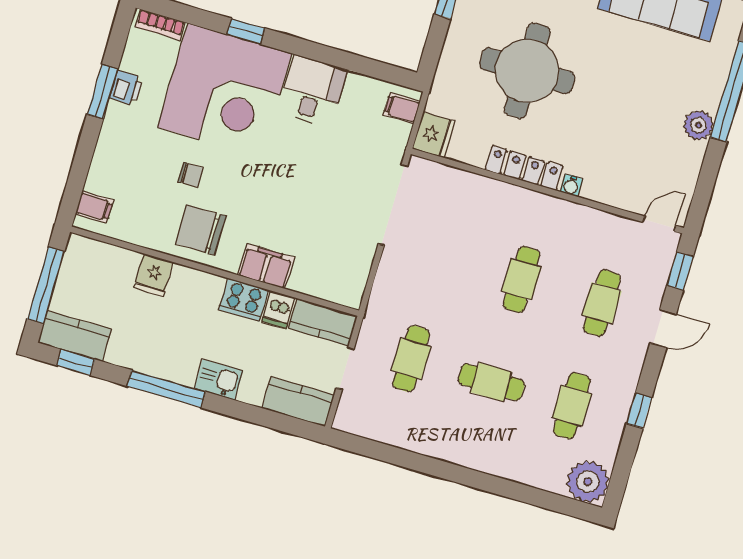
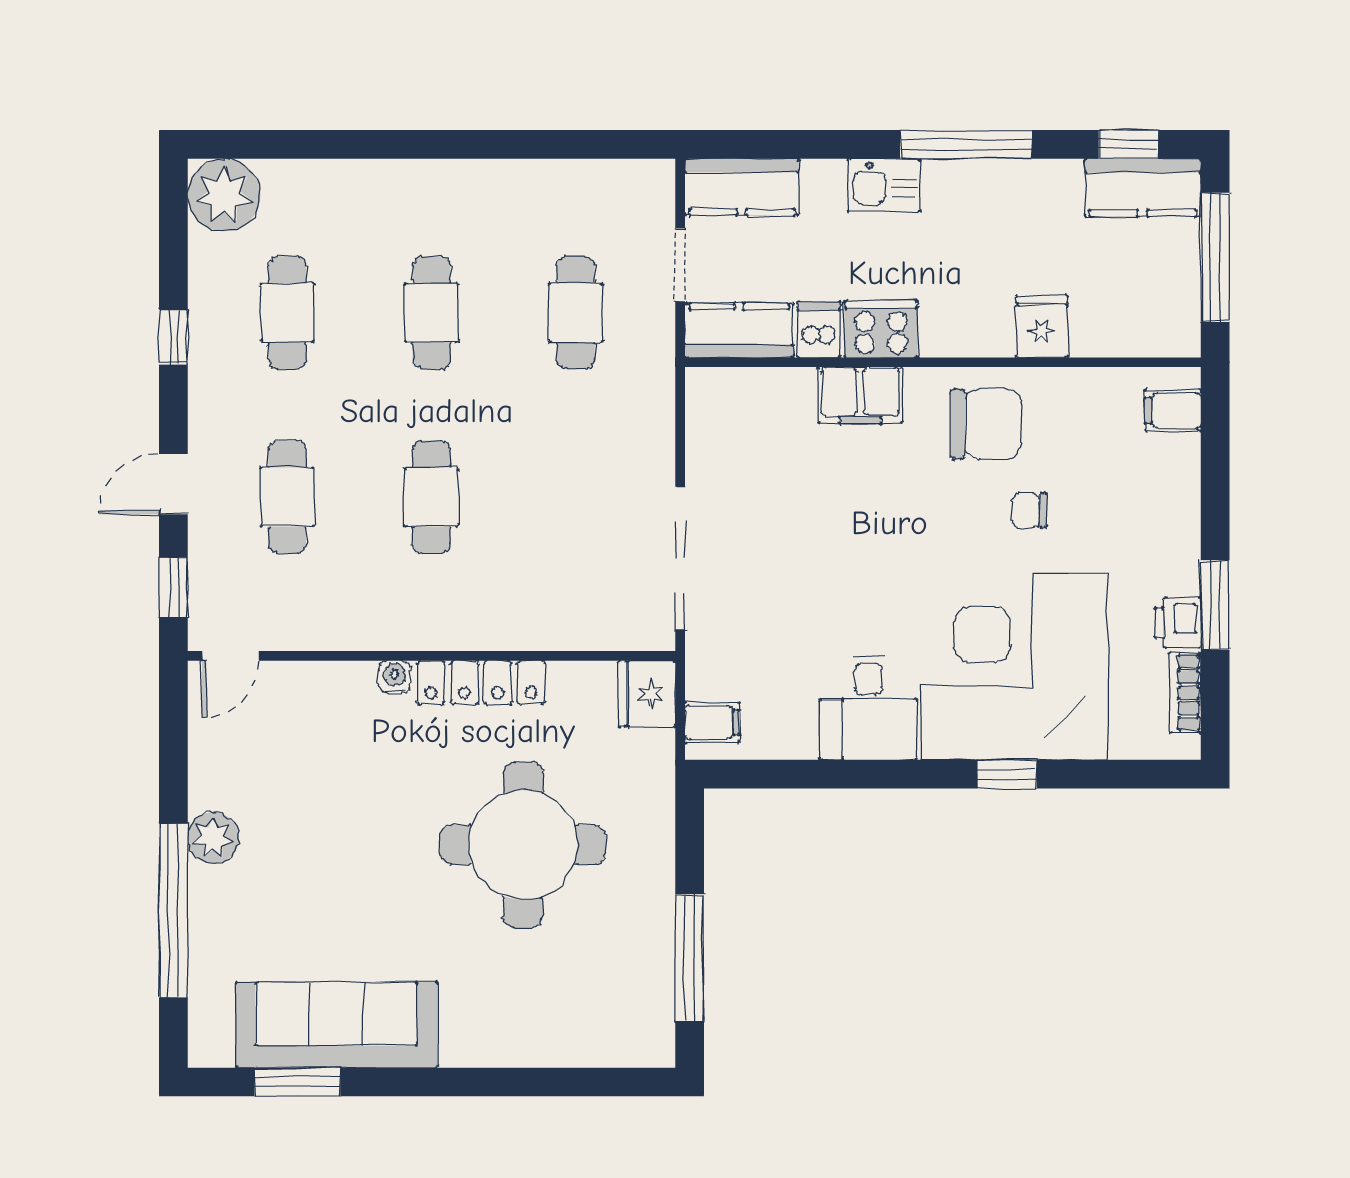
bookcase: (160, 25) -> (1185, 693), moved, turned -90
cafe table: (491, 382) -> (431, 313), turned 90

